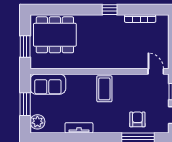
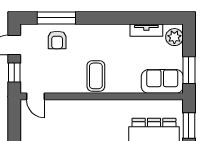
window: (25, 104) -> (189, 70), moved
tv unit: (79, 128) -> (146, 30), moved

